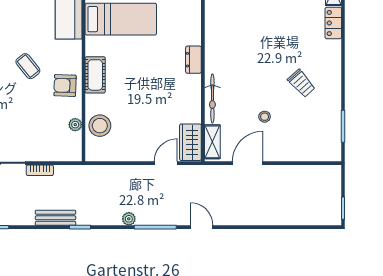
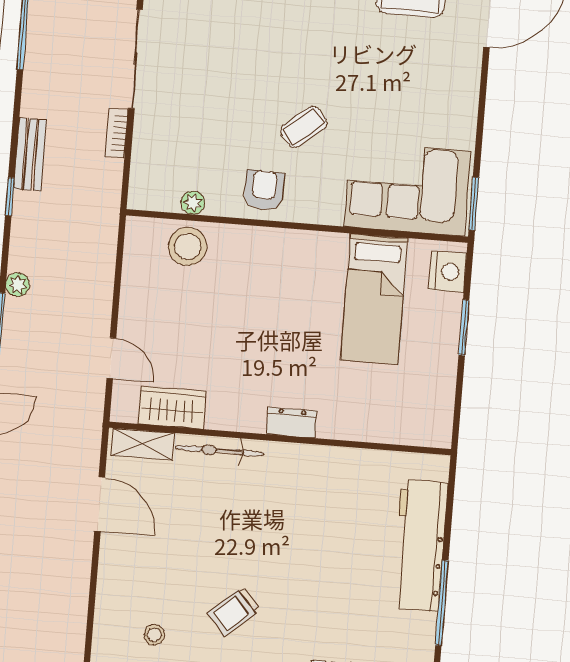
cot: (95, 75) -> (279, 245), removed
stool: (265, 117) -> (154, 635), moved
wardrobe: (190, 142) -> (172, 407), moved

